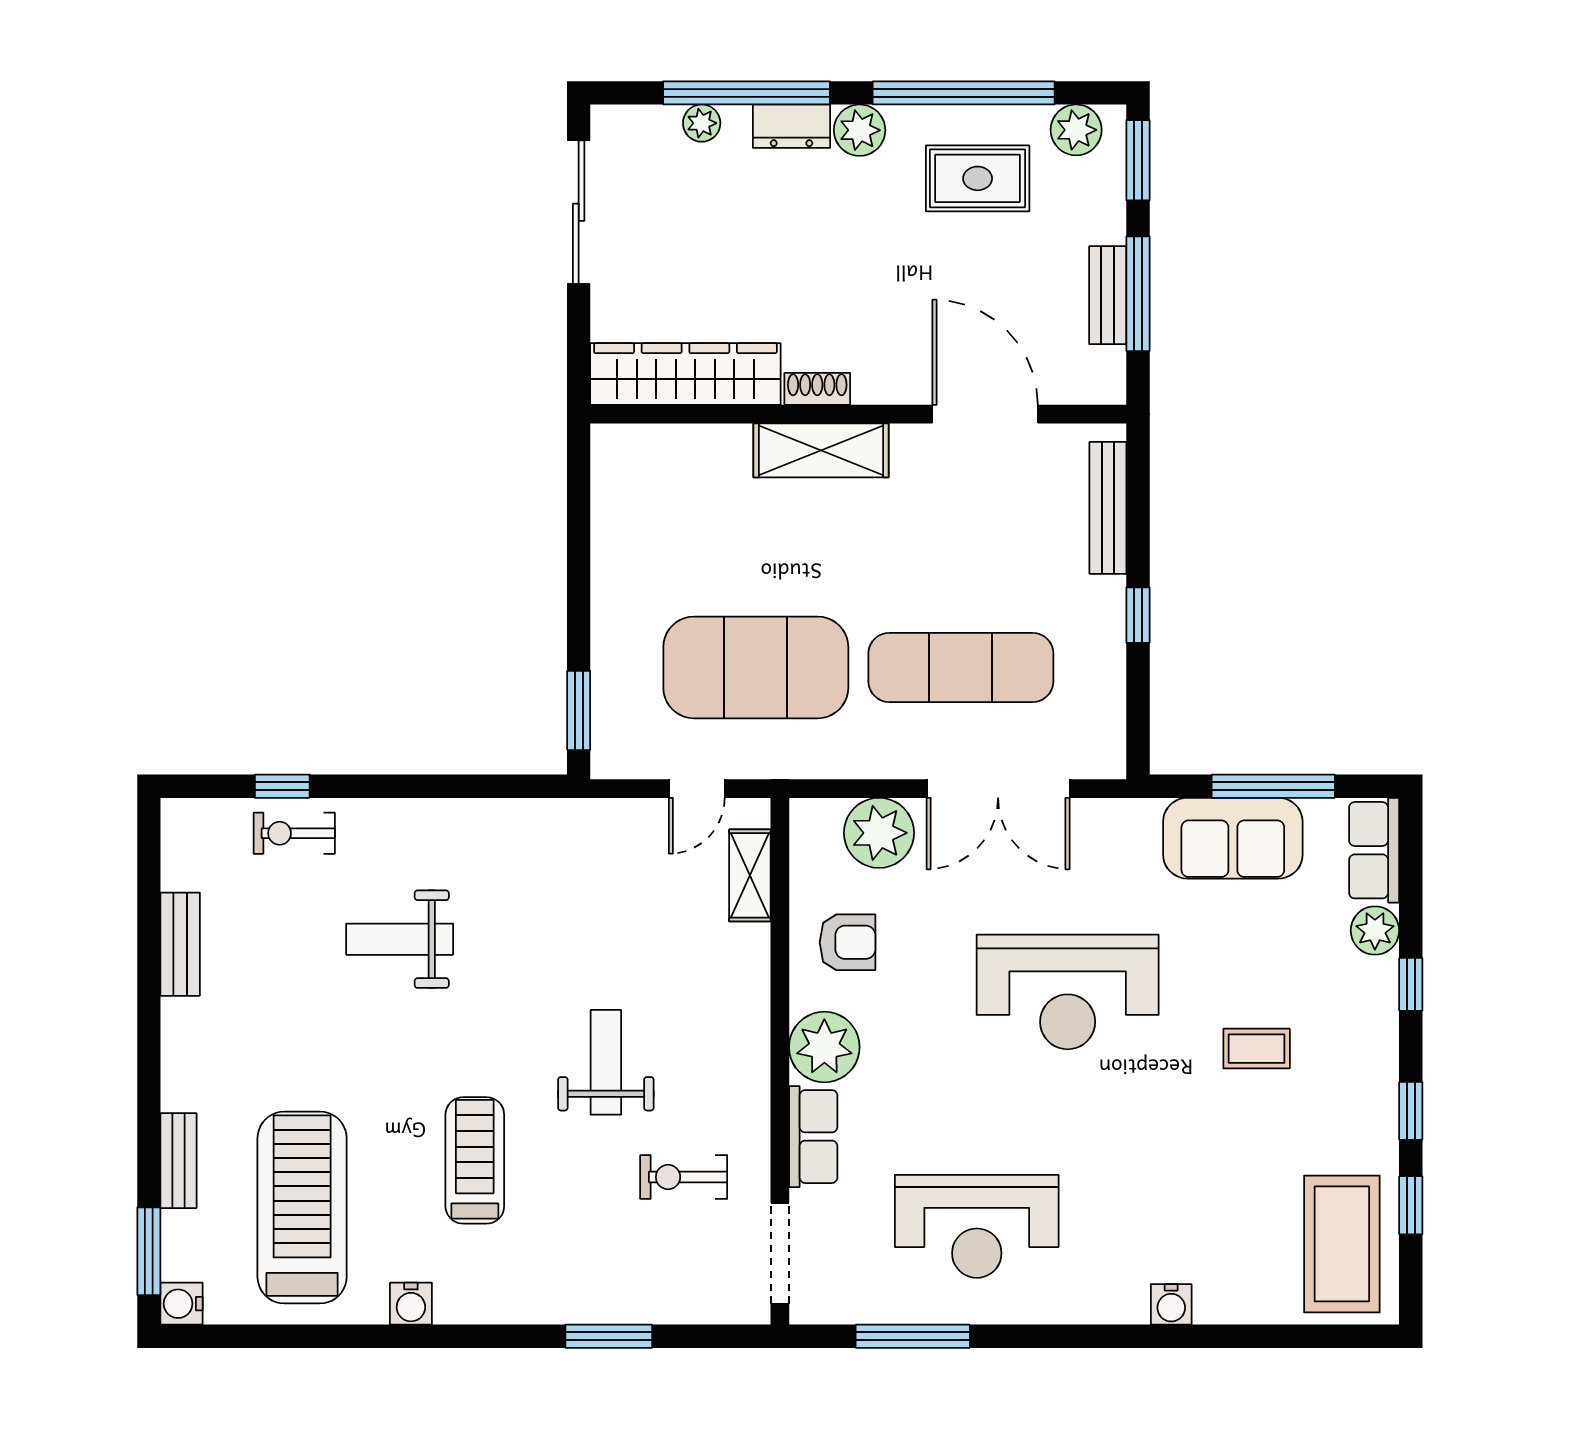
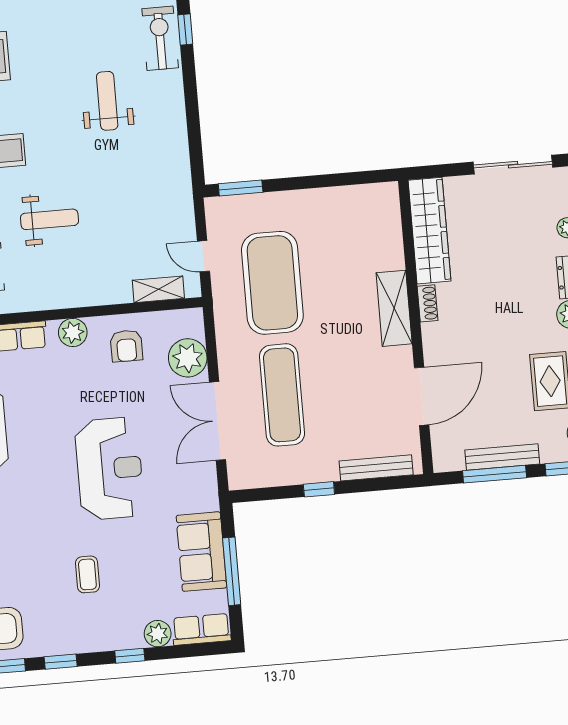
bench: (1108, 295) -> (502, 457), width x1.36
exercise bike: (294, 833) -> (160, 38), width x1.38, depth x1.39
reception desk: (1068, 992) -> (110, 468), turned 180
plant: (824, 1047) -> (73, 332), width x0.73, depth x0.73

